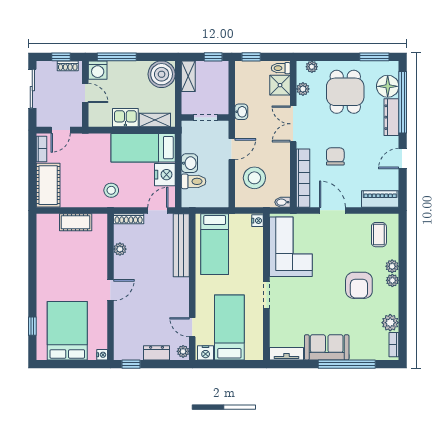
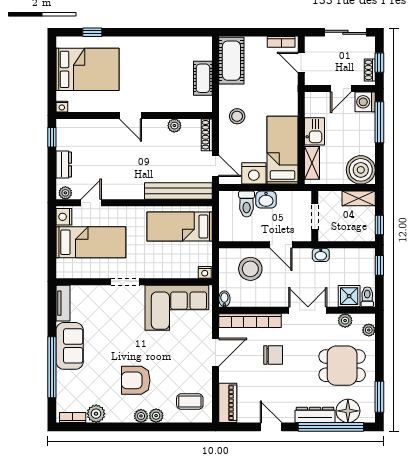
cot: (48, 185) -> (231, 61), moved, turned 90

